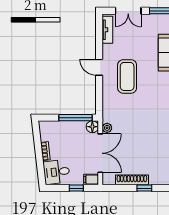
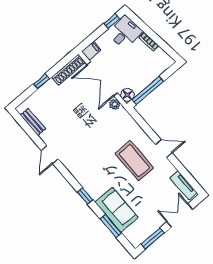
shoe rack: (132, 180) -> (68, 70), moved
window: (76, 188) -> (112, 21), moved

